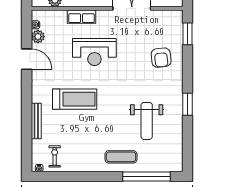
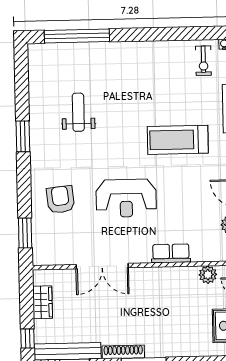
reception desk: (94, 52) -> (126, 198), moved, turned 180
weight bench: (147, 121) -> (78, 112), width x0.73, depth x0.75
exercise mat: (121, 157) -> (112, 62), removed

